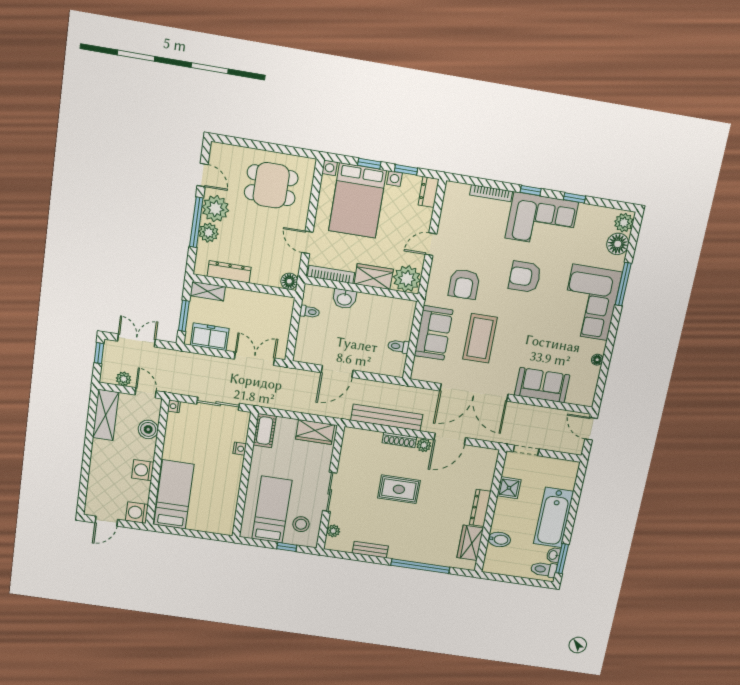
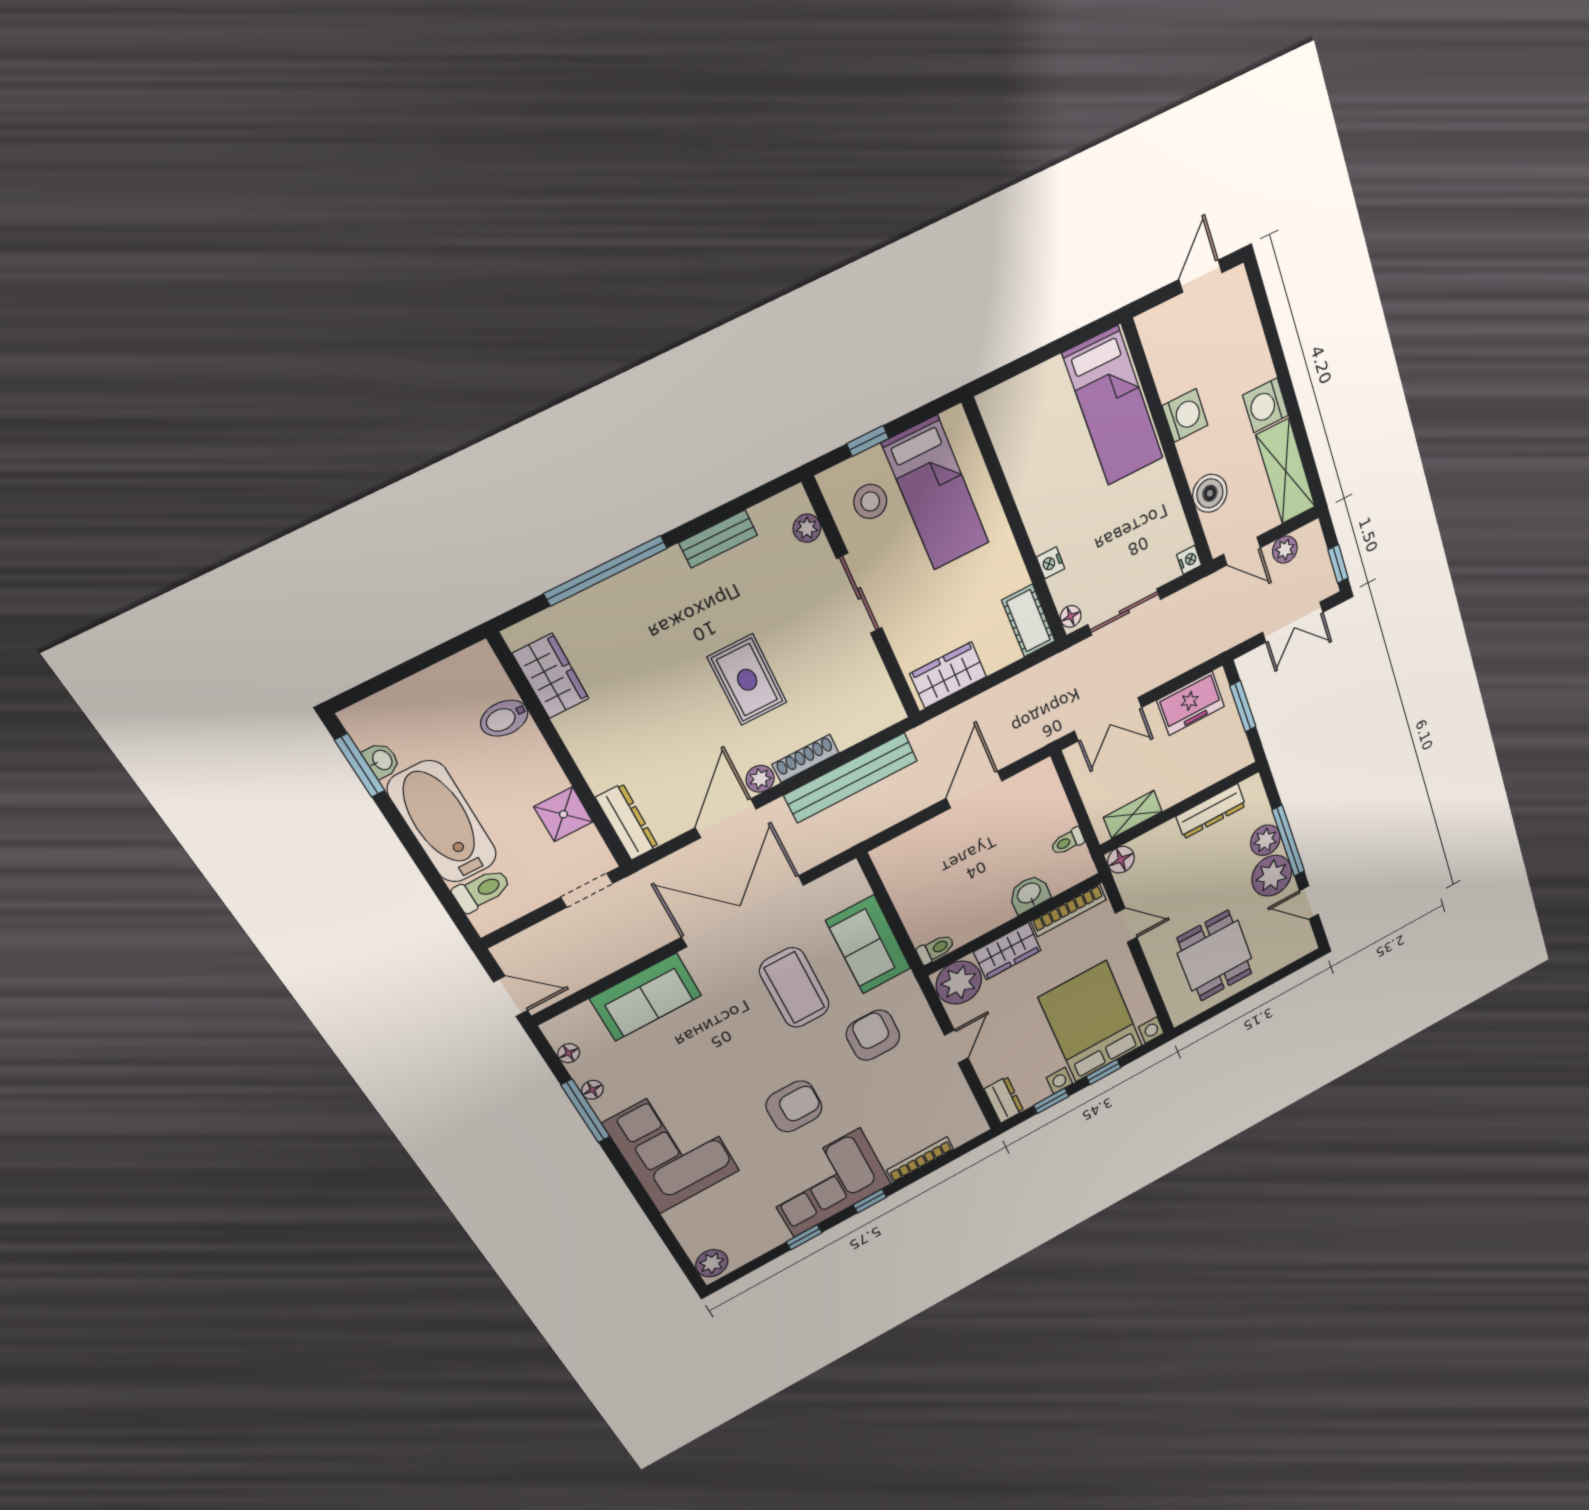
dining table: (271, 185) -> (1215, 956), turned 90
floor lamp: (618, 244) -> (569, 1053), moved, width x0.53, depth x0.53
window: (623, 284) -> (585, 1111), moved
shelving: (208, 291) -> (1133, 814), moved
toilet: (398, 346) -> (936, 949), moved
floor lamp: (244, 419) -> (1071, 616), added
rug: (399, 489) -> (747, 680), turned 90
dresser: (480, 508) -> (627, 822), moved
washing machine: (137, 513) -> (1266, 405), moved, turned 180
toilet: (544, 569) -> (482, 890), moved

